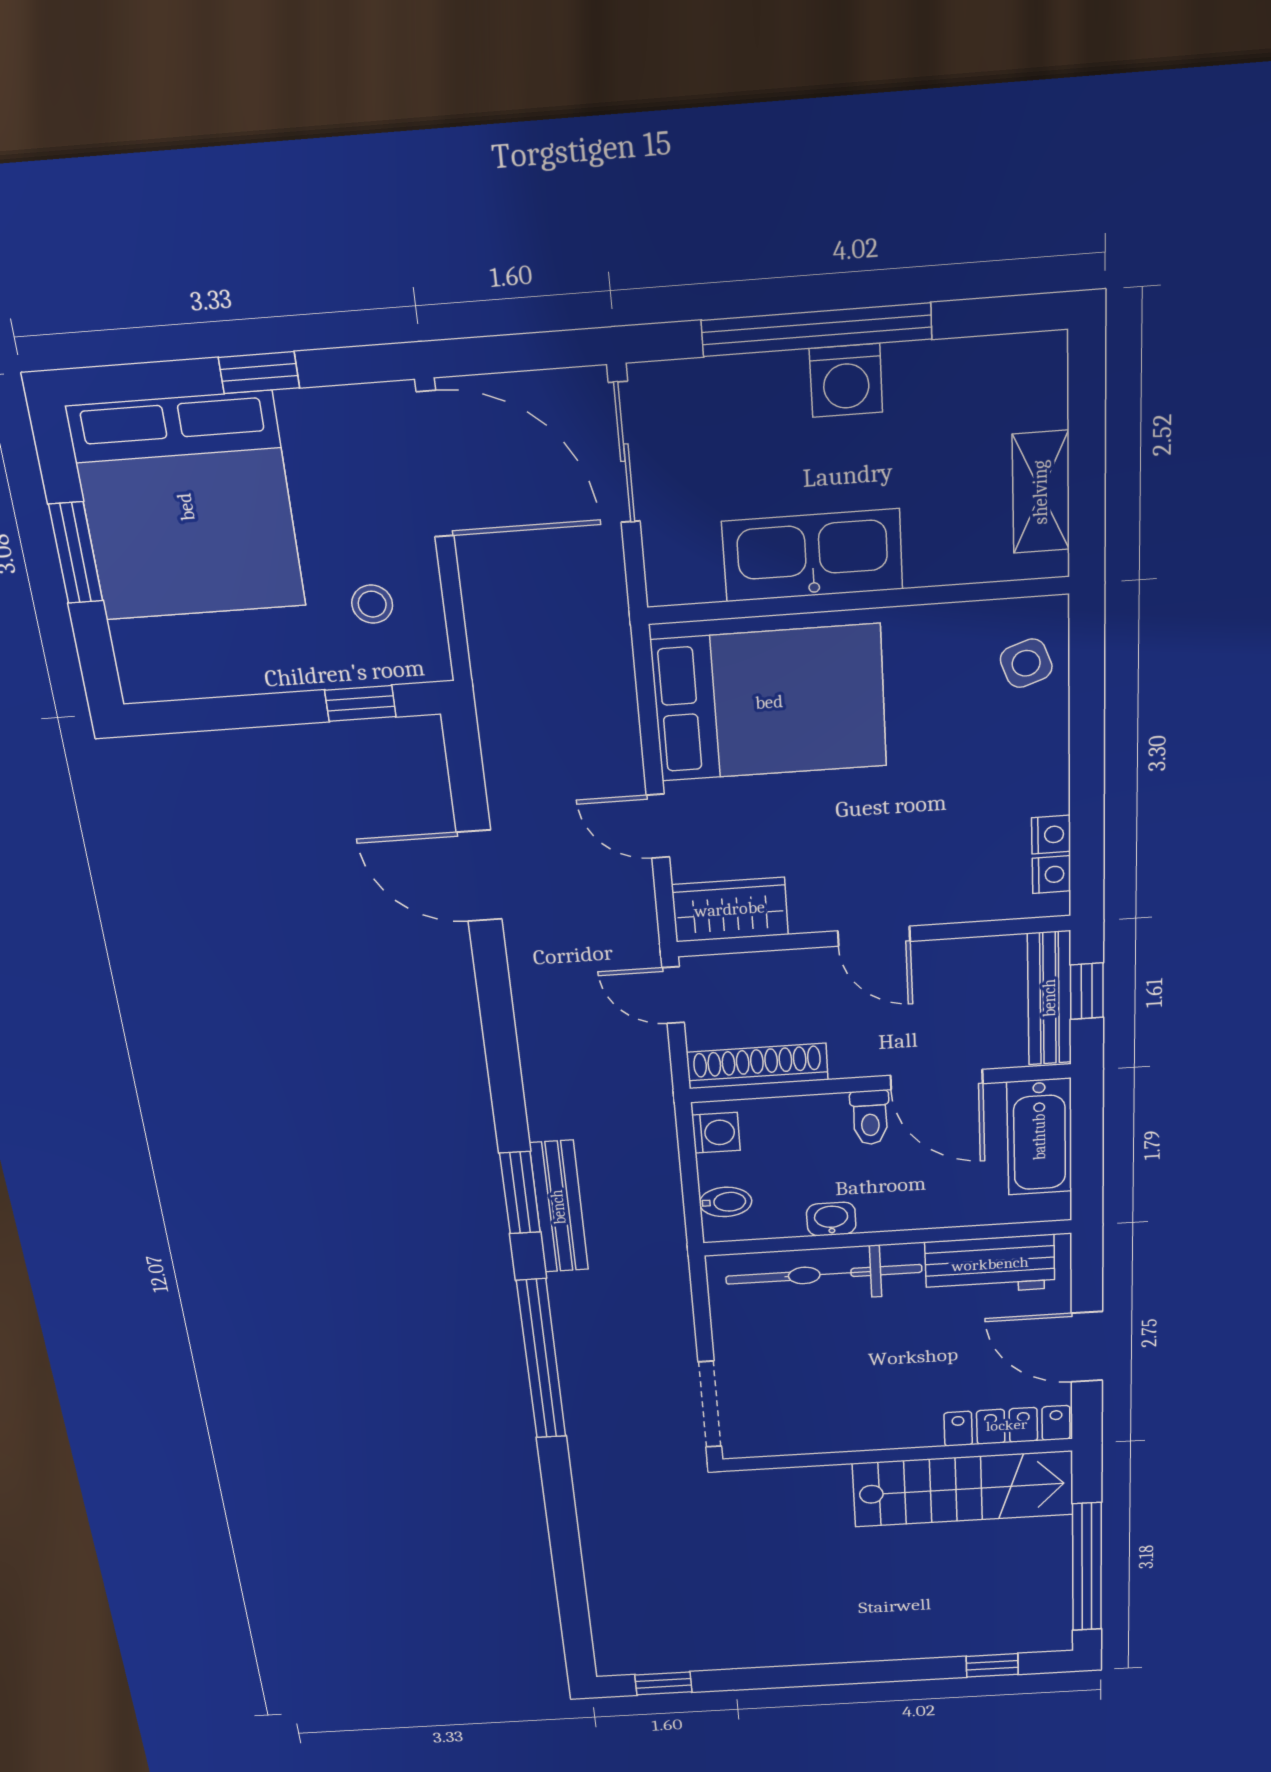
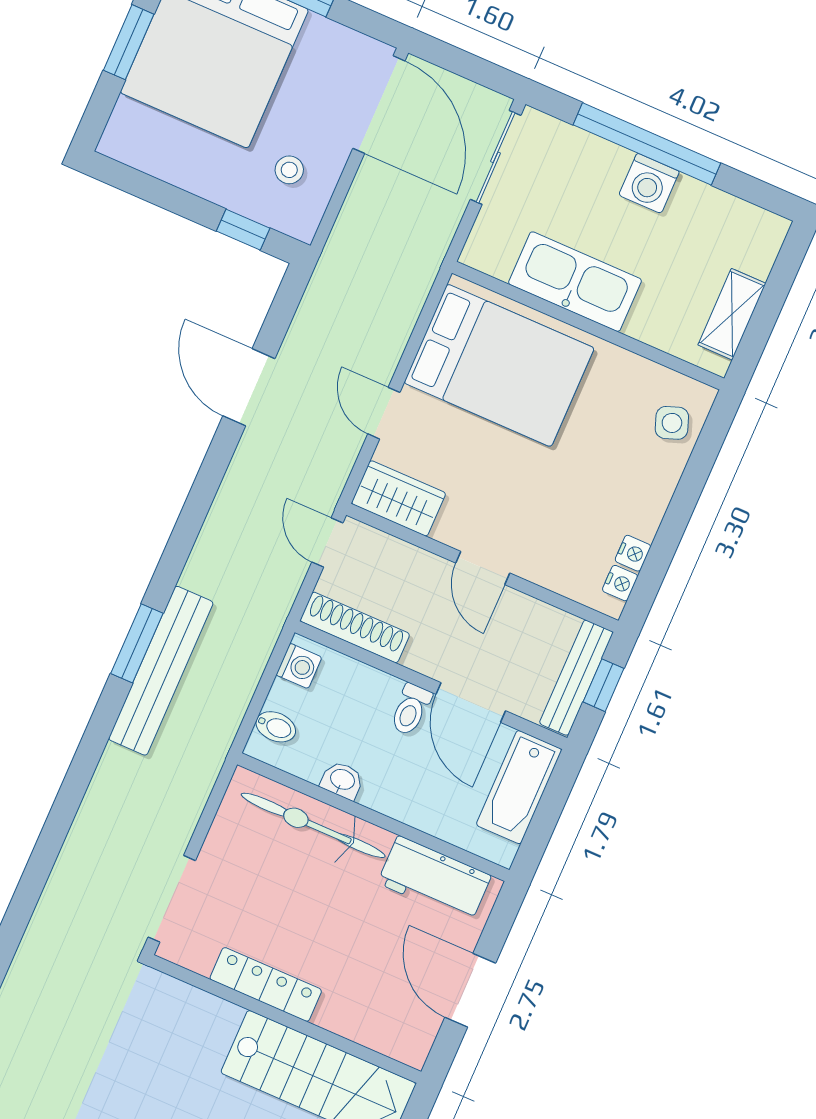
bench: (559, 1207) -> (161, 671), width x1.37, depth x1.21
window: (541, 1359) -> (71, 793), removed
locker: (1007, 1426) -> (266, 984), moved

